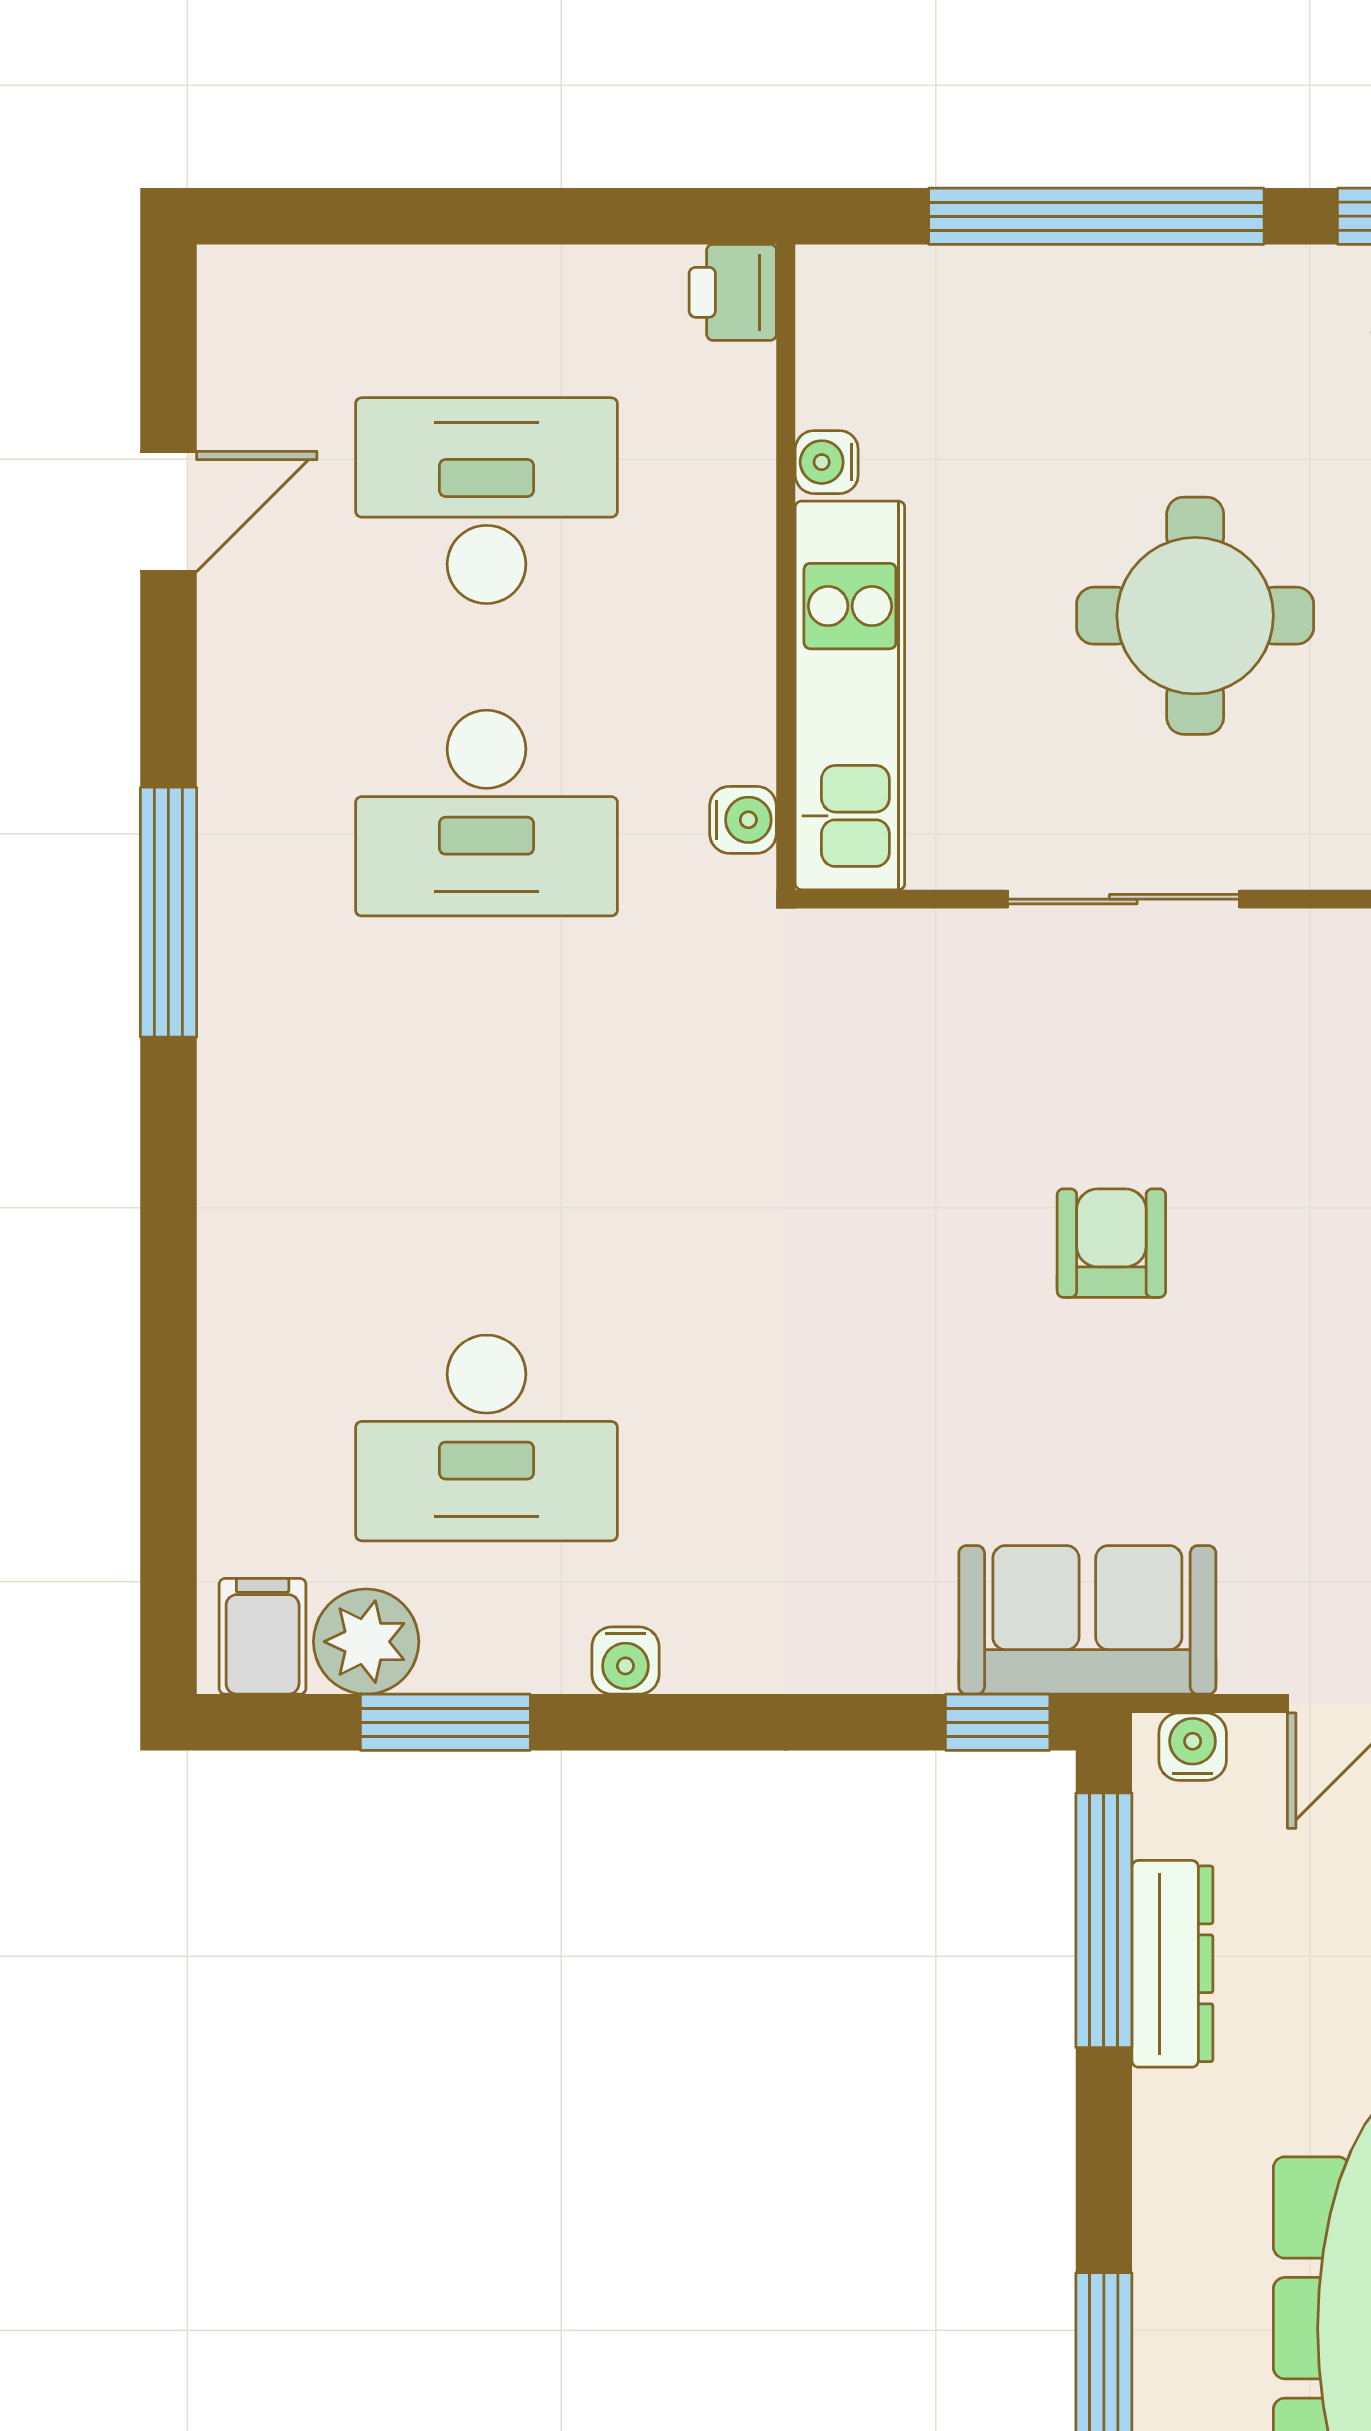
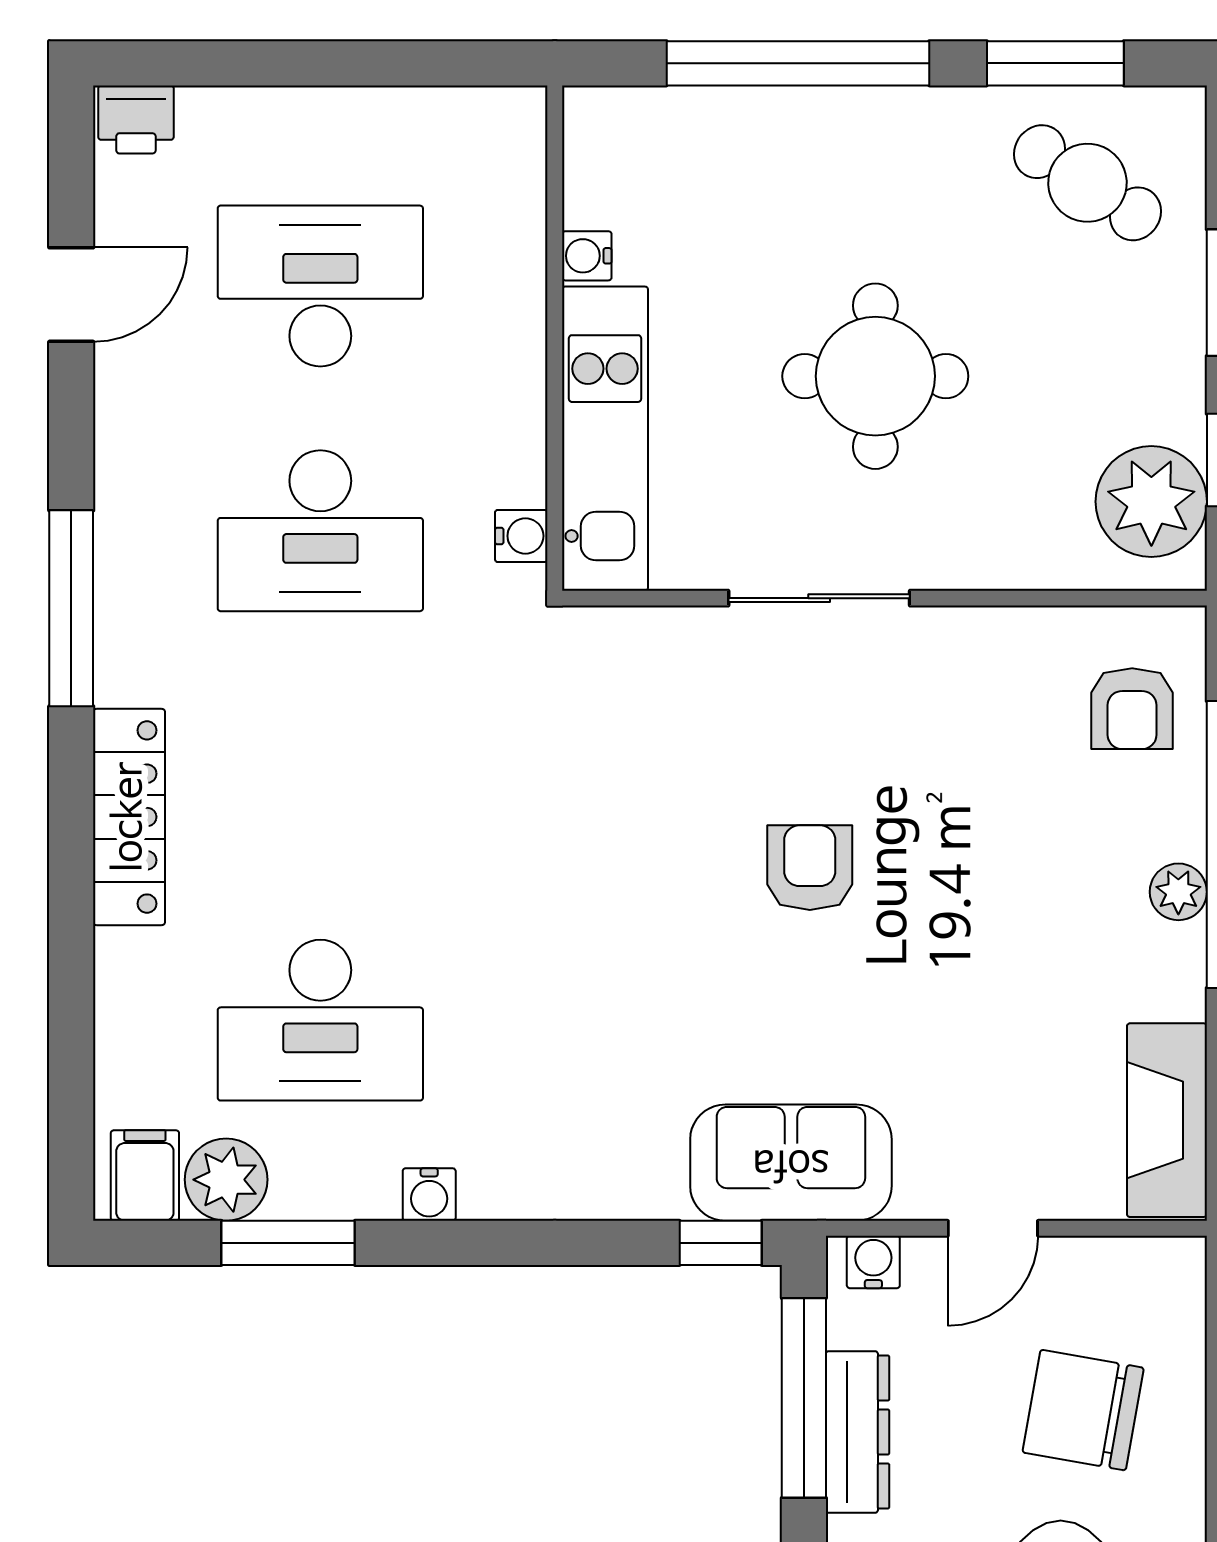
printer: (733, 292) -> (136, 119), moved, turned -90
locker: (242, 1179) -> (129, 817), added

